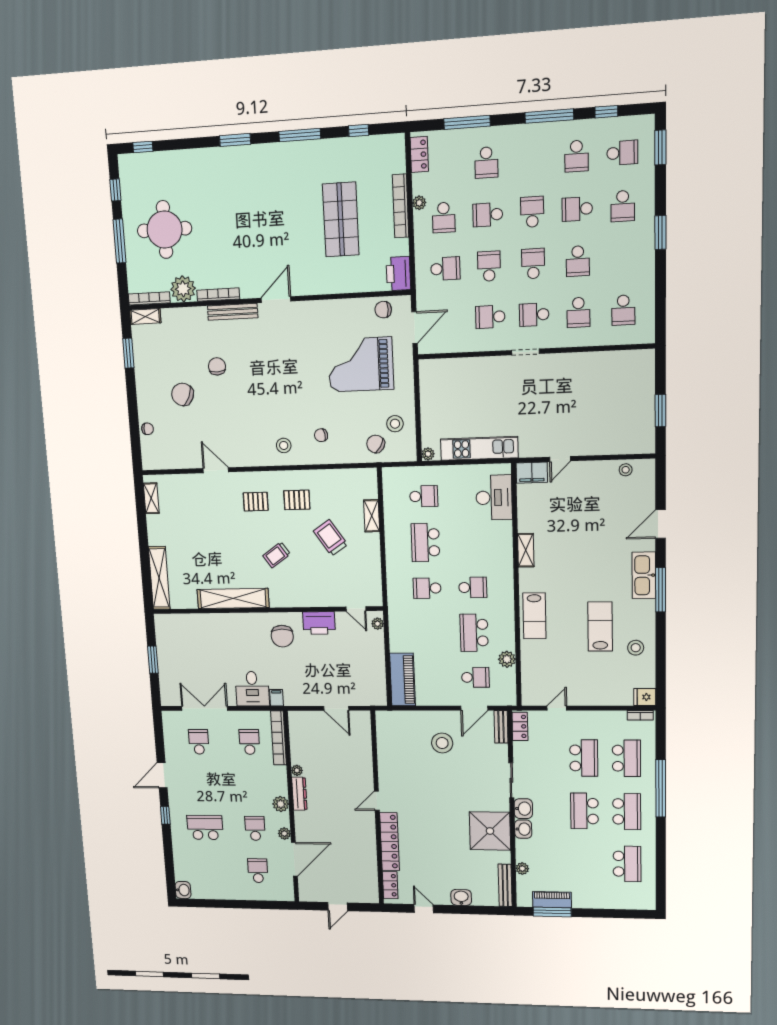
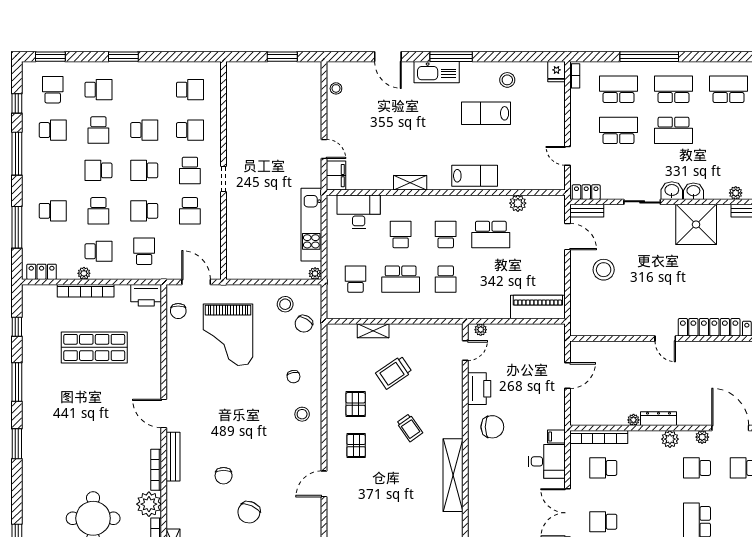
chair: (217, 366) -> (224, 476), turned -88
school desk: (475, 677) -> (401, 235), moved

